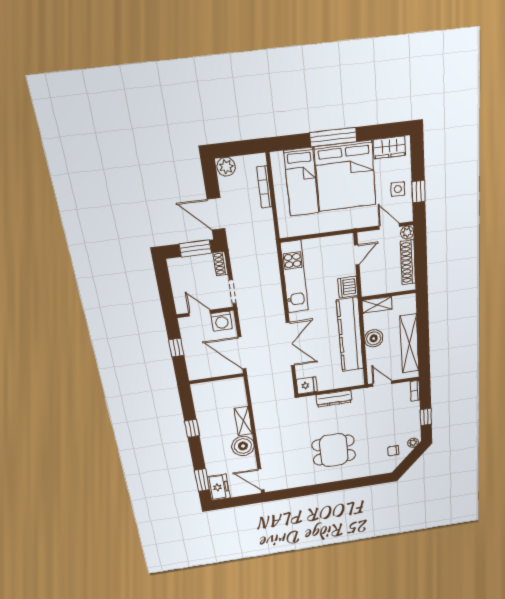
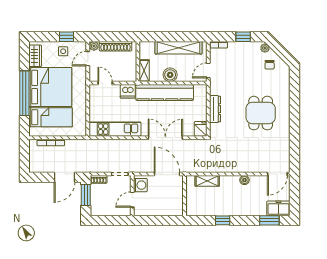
window: (333, 137) -> (24, 93), width x1.46
plant: (226, 167) -> (35, 166), removed
window: (176, 348) -> (156, 220), removed
door: (242, 353) -> (167, 174), swing flipped
shelving: (243, 421) -> (207, 181), moved
boiler: (243, 446) -> (244, 180), width x0.54, depth x0.54

